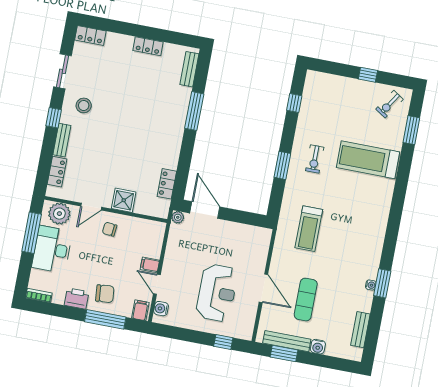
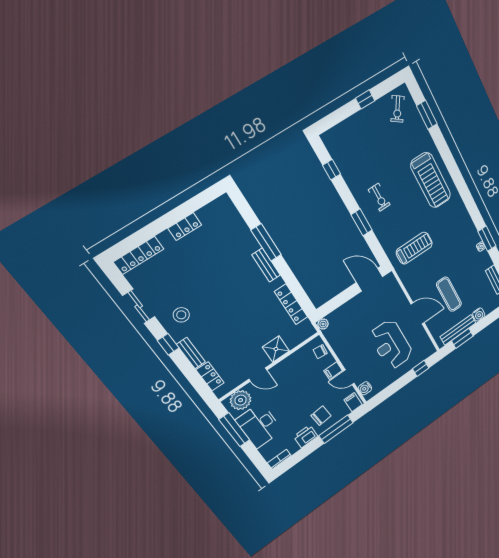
locker: (90, 36) -> (139, 255), width x1.53
bench: (189, 69) -> (266, 265), moved
treadmill: (368, 160) -> (431, 180), moved, turned -90
locker: (167, 184) -> (291, 304), width x1.53
door: (91, 207) -> (258, 375), hinge flipped
door: (205, 210) -> (370, 280), moved
chair: (110, 229) -> (320, 352), moved
treadmill: (309, 229) -> (414, 248), turned -90
reception desk: (217, 293) -> (391, 345), turned 180

